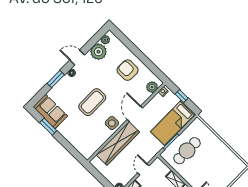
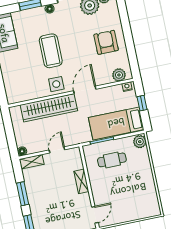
coffee table: (92, 102) -> (51, 51), turned 90
plant: (198, 125) -> (140, 142), added
cafe table: (187, 151) -> (112, 160), width x0.73, depth x0.74

